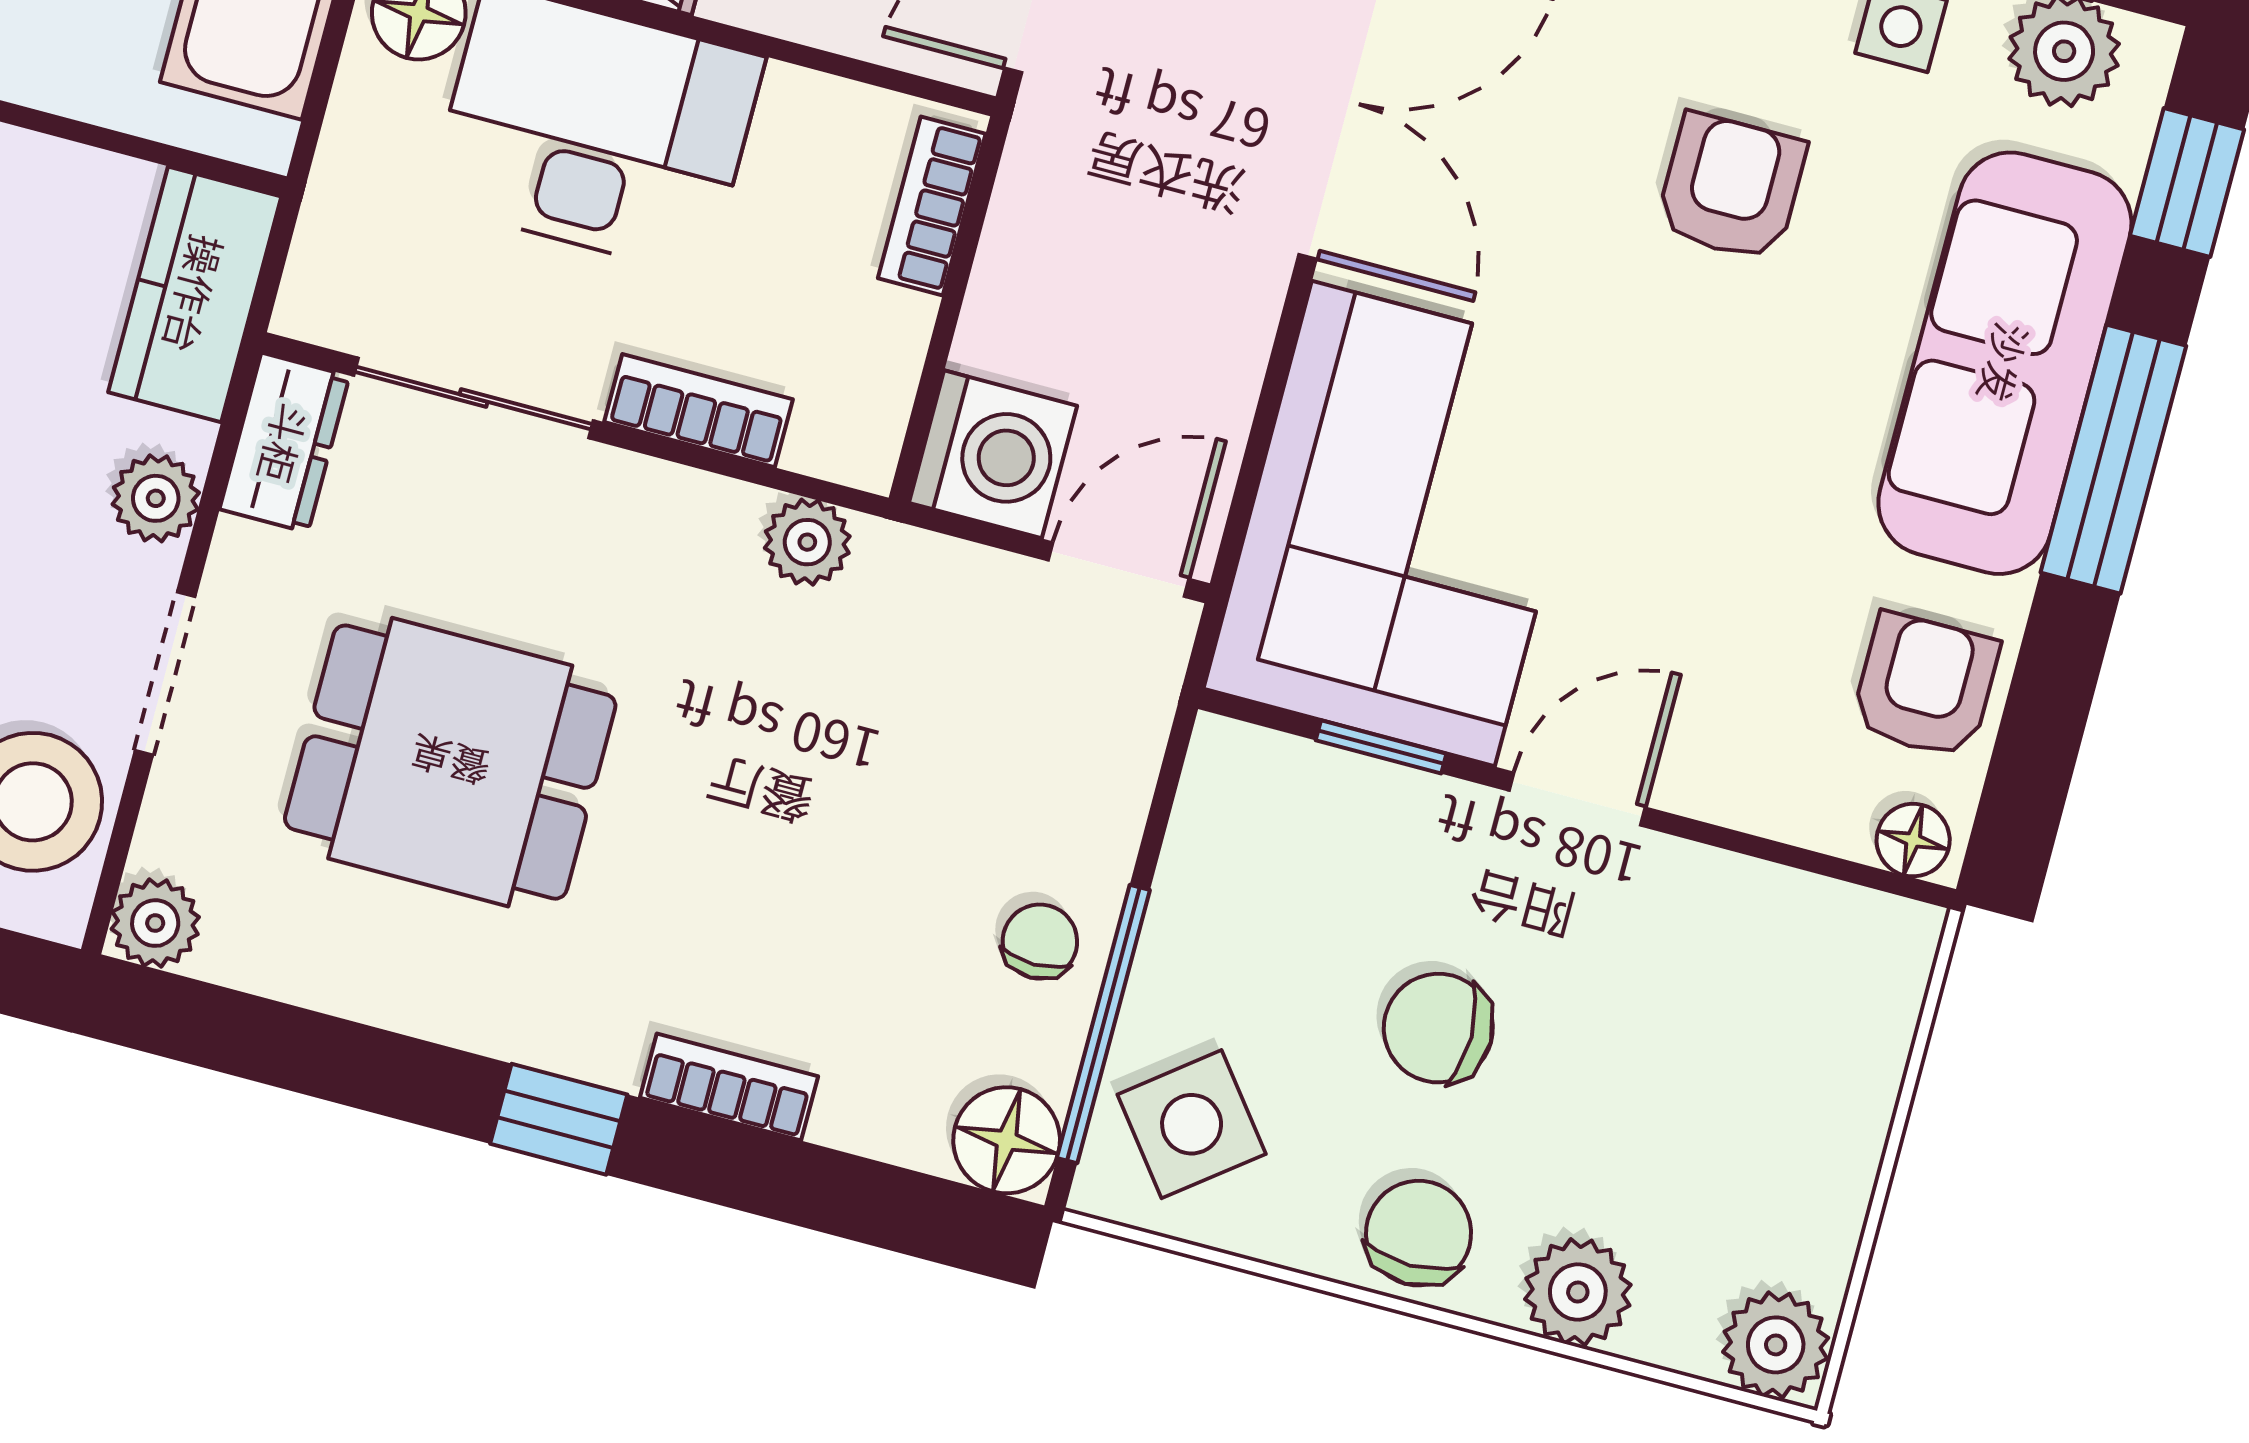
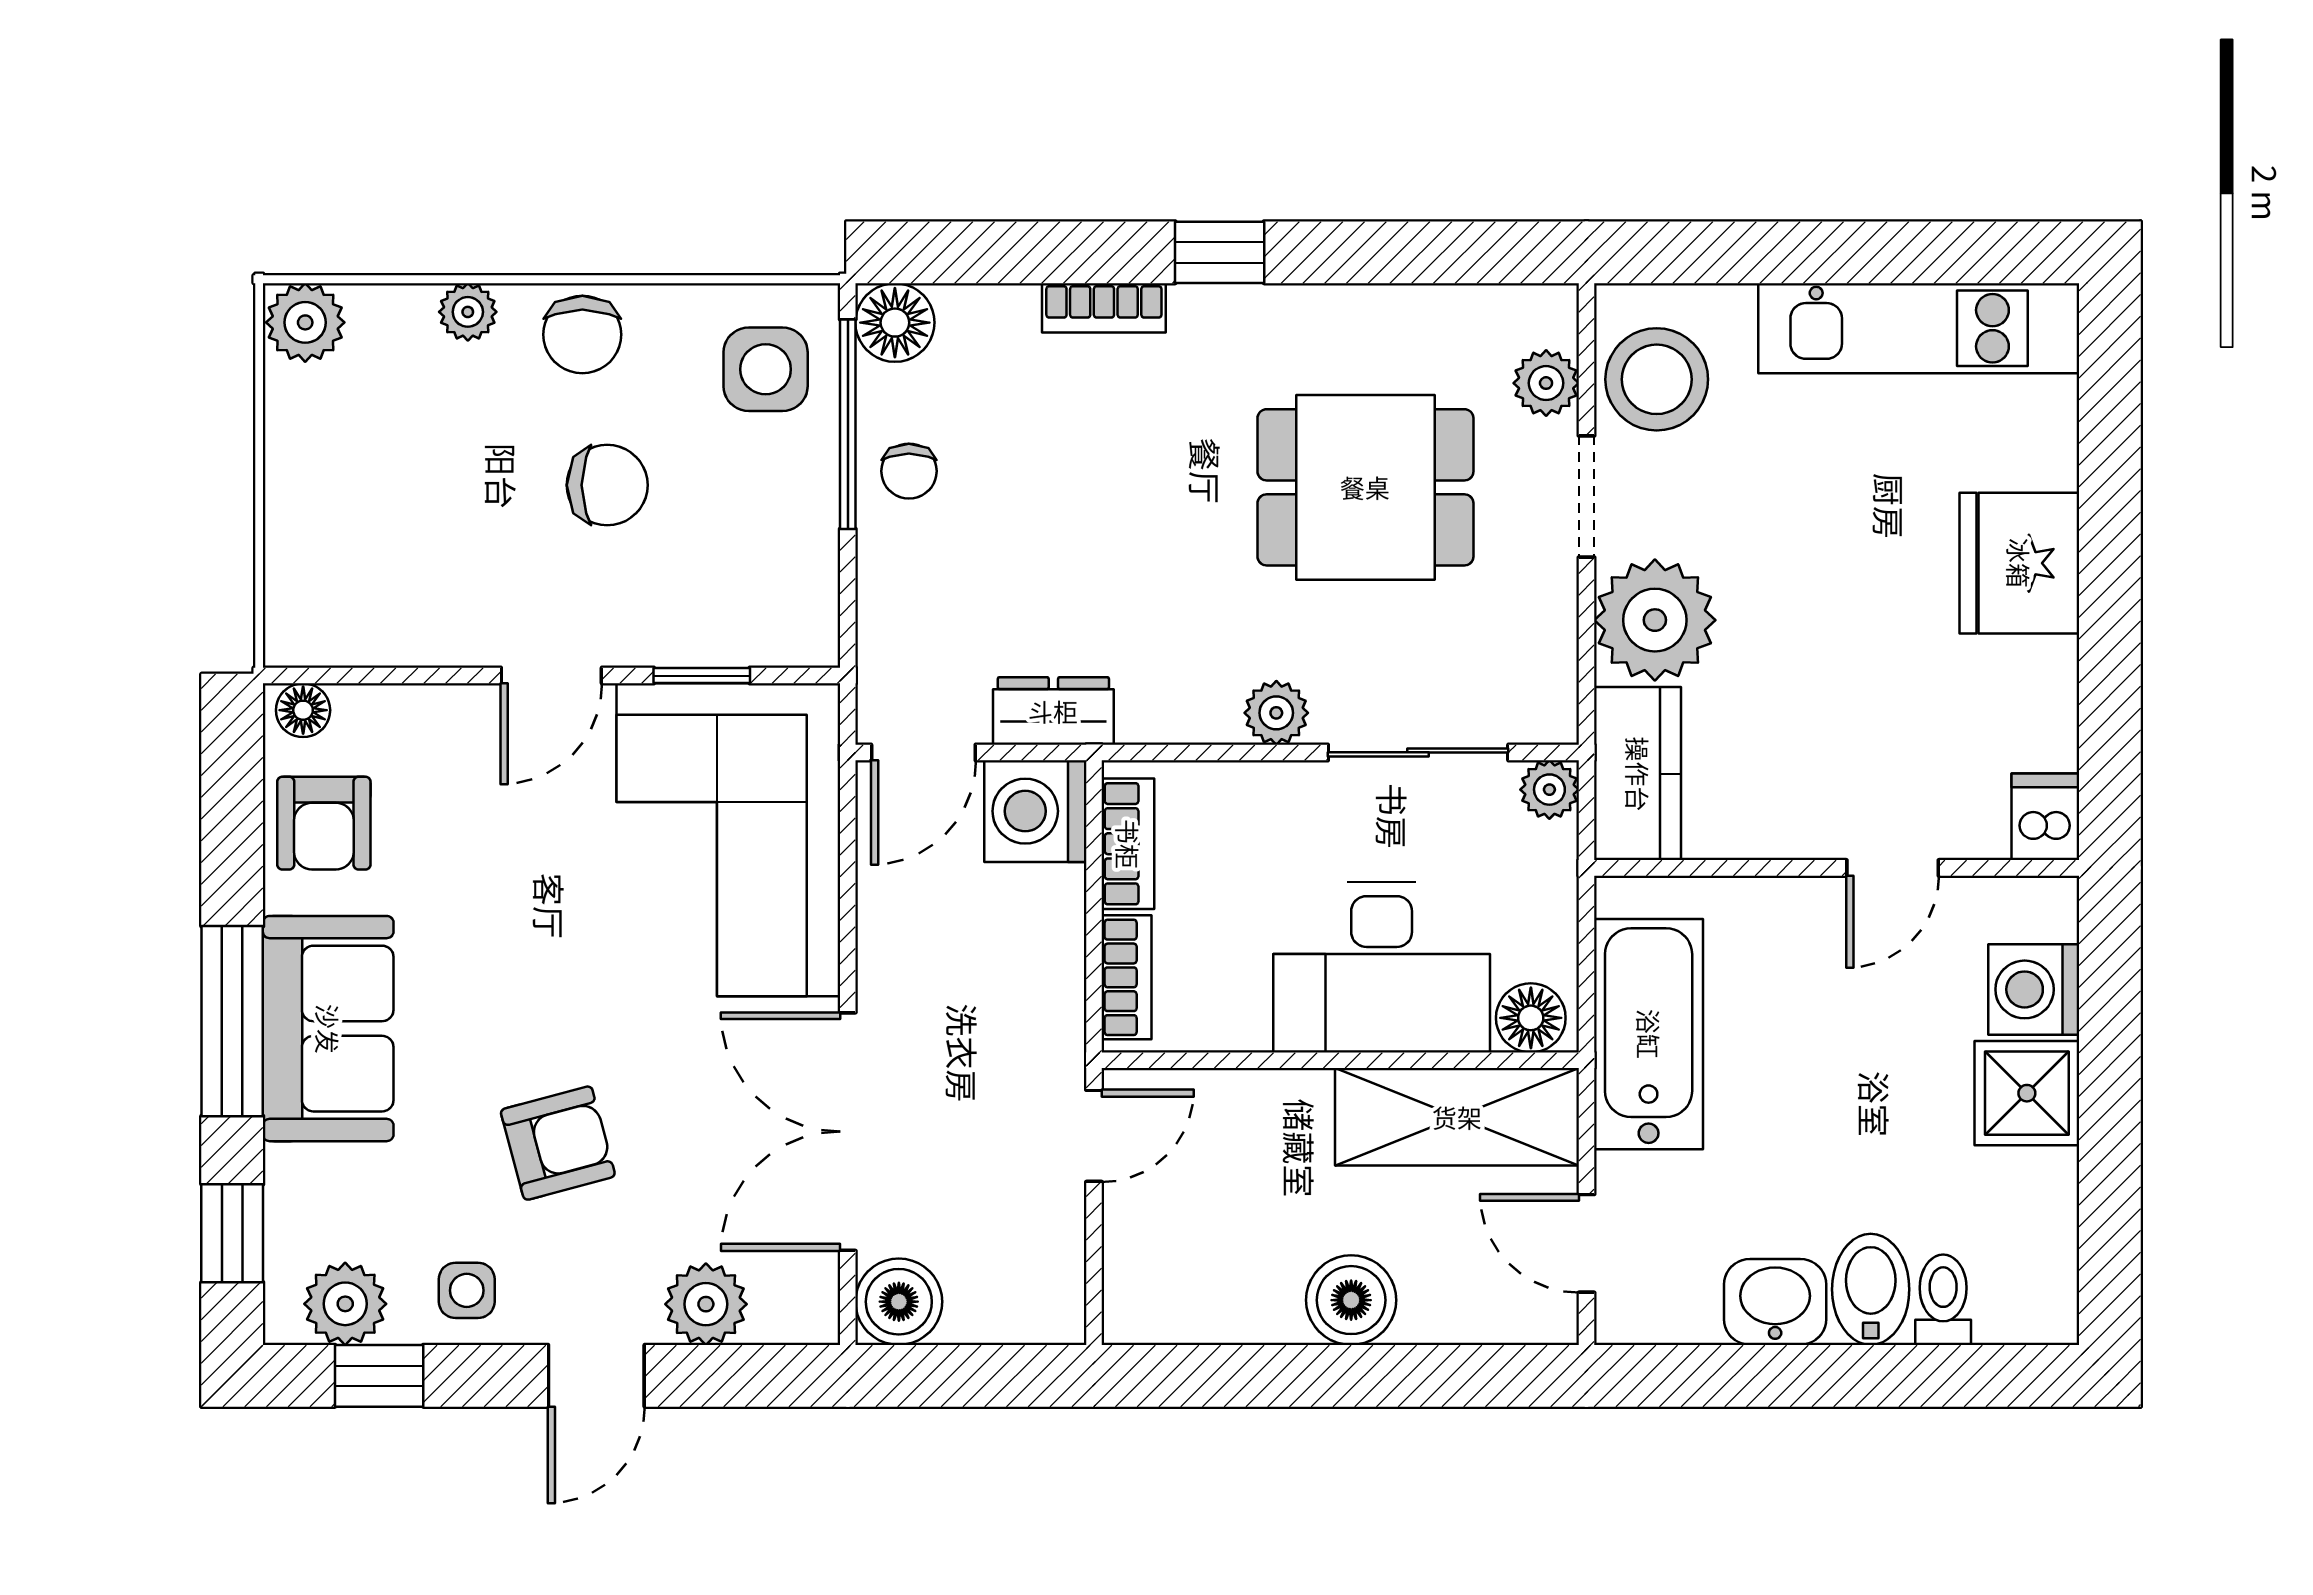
armchair: (1731, 187) -> (558, 1143), turned -105
plant: (315, 304) -> (1549, 790), added
sofa: (2005, 363) -> (328, 1029), width x0.73
bookcase: (698, 411) -> (1128, 844), moved, turned -90
dresser: (285, 443) -> (1053, 711), moved, turned 90
plant: (156, 498) -> (1655, 620), width x1.87, depth x1.87
plant: (807, 542) -> (1276, 713), moved
plant: (155, 923) -> (1546, 383), moved
side table: (1192, 1124) -> (766, 369), turned 38
plant: (1578, 1292) -> (468, 312), width x0.73, depth x0.73

